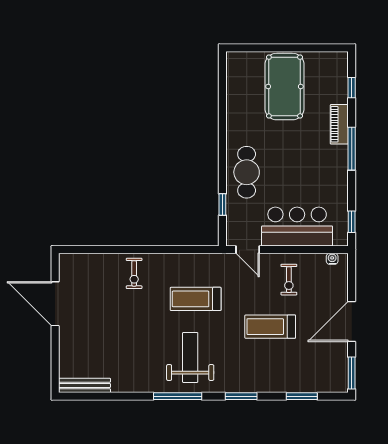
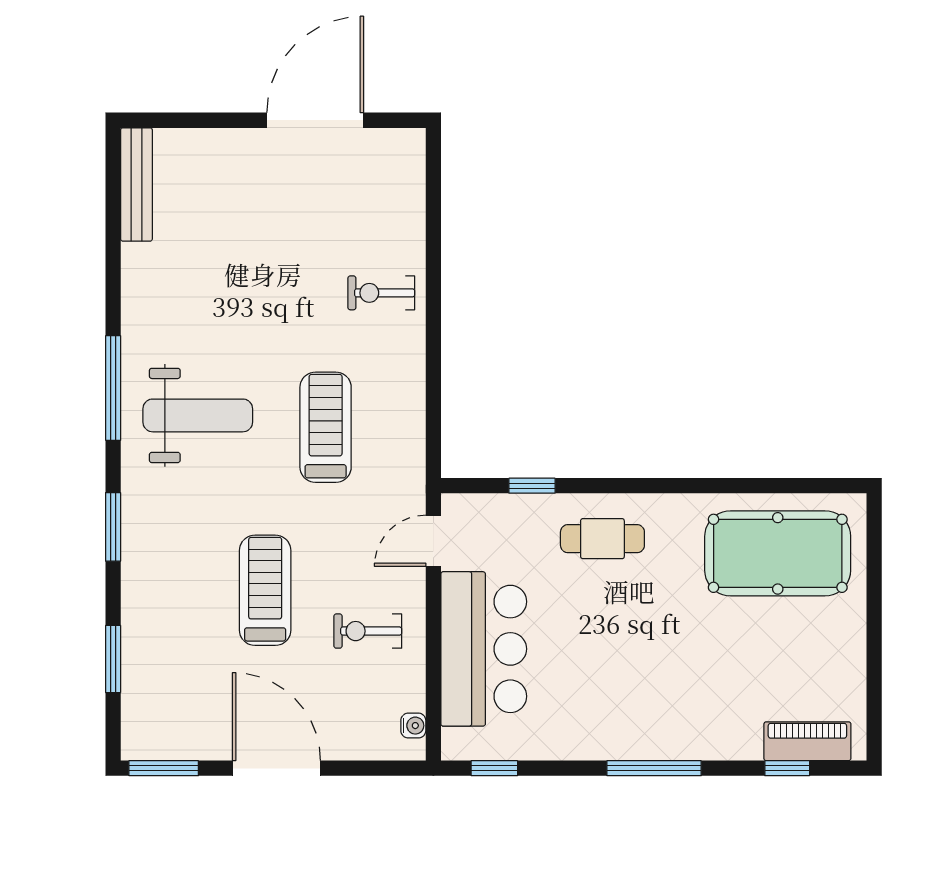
pool table: (284, 87) -> (778, 553), moved
piano: (339, 124) -> (807, 741), moved
cafe table: (247, 172) -> (602, 539), width x0.73, depth x0.74

